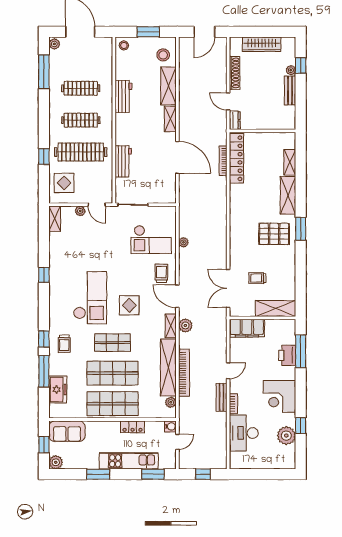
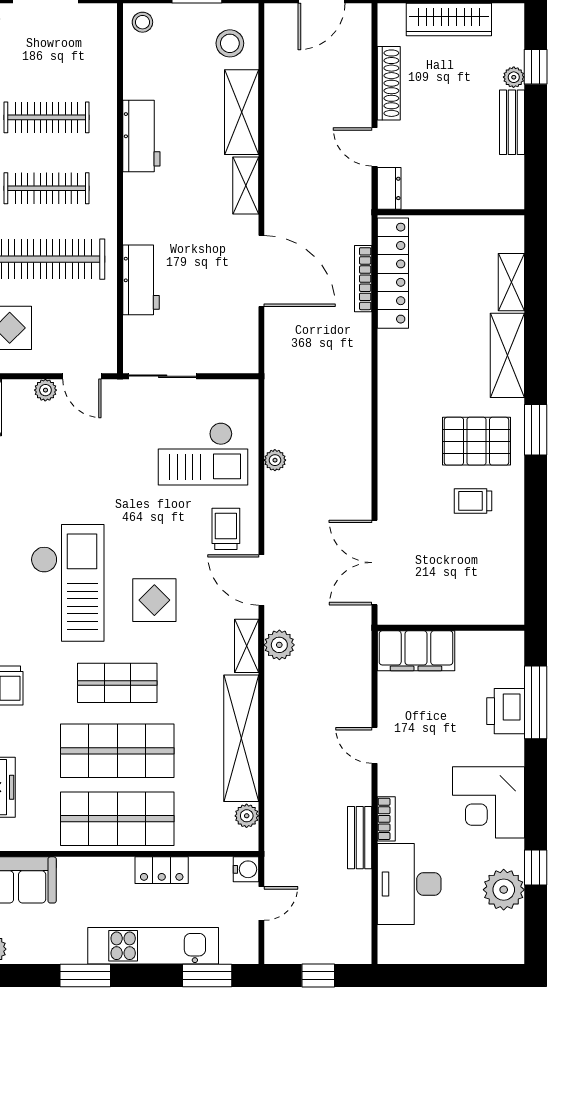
trolley: (257, 278) -> (473, 501), moved
shelving: (276, 309) -> (480, 607), removed
door: (228, 371) -> (374, 745), swing flipped
bookcase: (184, 373) -> (276, 750), removed
bench: (222, 397) -> (360, 838), moved

